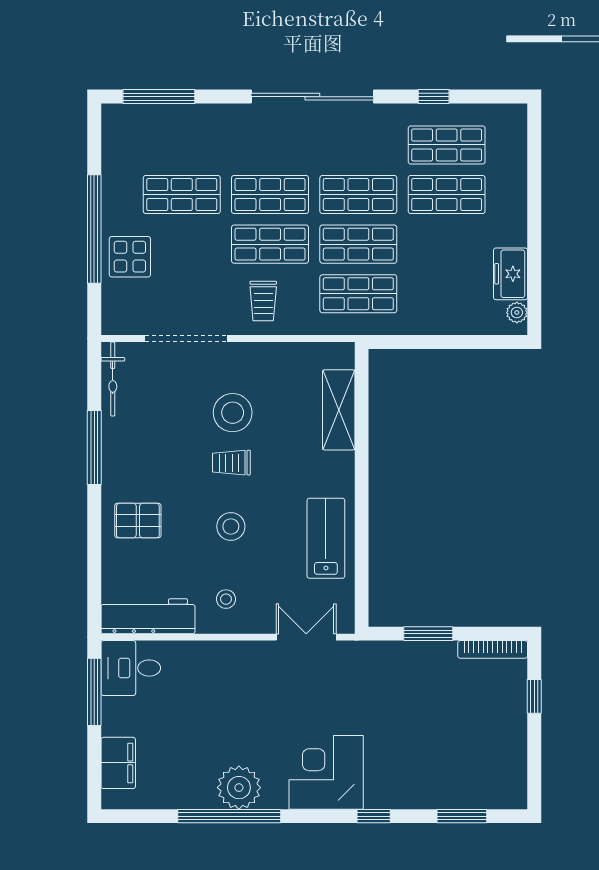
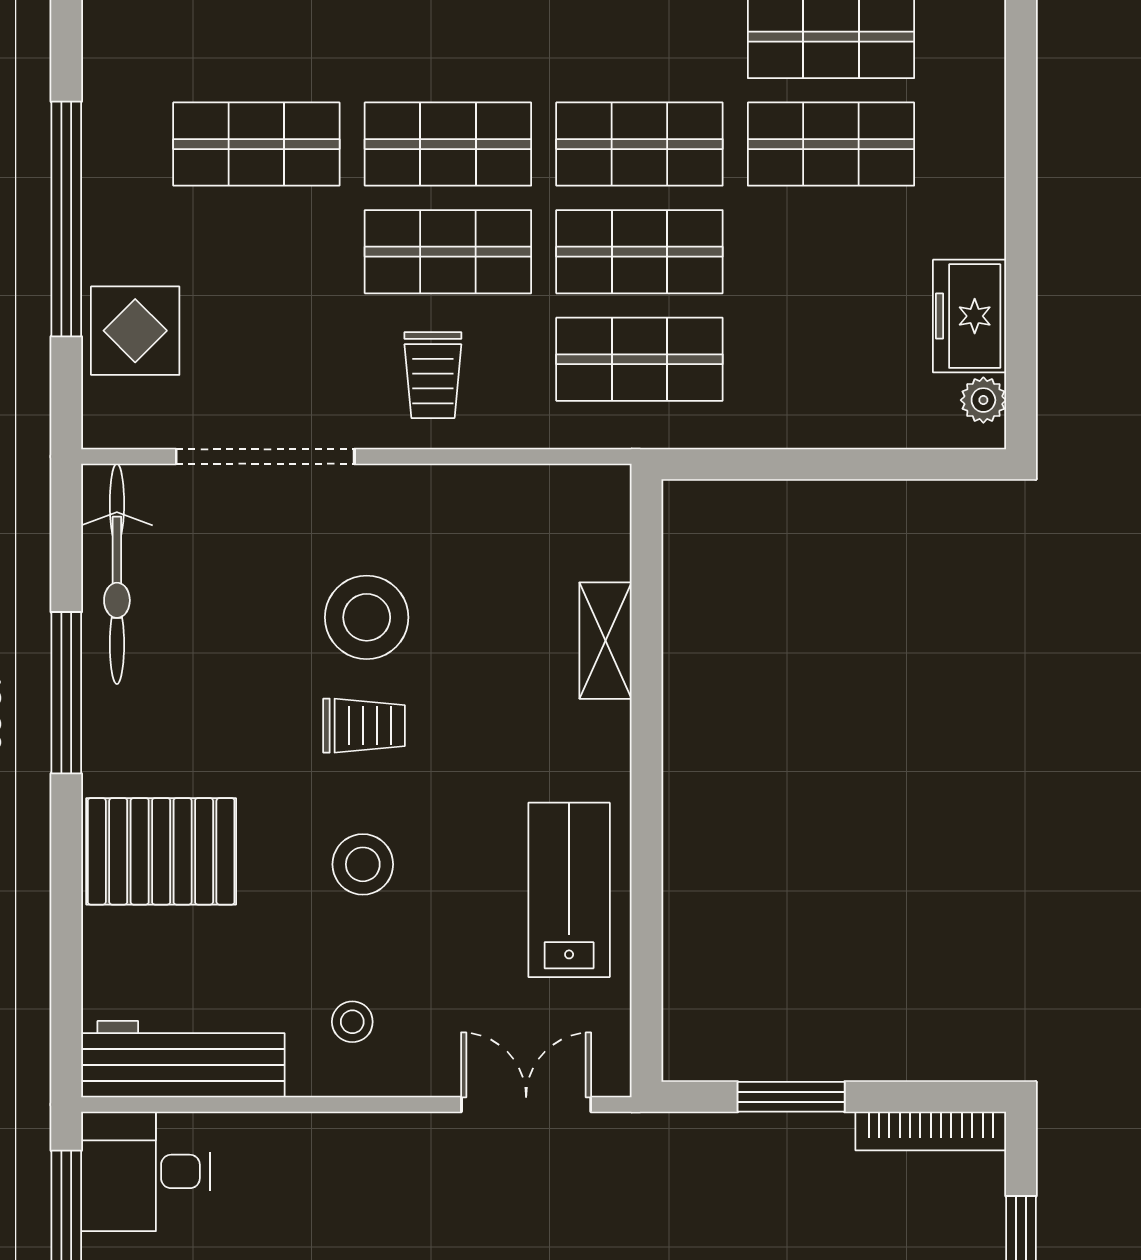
display table: (130, 257) -> (135, 331), moved
bicycle: (113, 379) -> (117, 574), width x1.37, depth x1.40
shelving: (339, 410) -> (605, 641), width x0.67, depth x0.75
trolley: (231, 463) -> (364, 726), turned 180
pallet: (138, 521) -> (161, 851), width x1.50, depth x1.42

